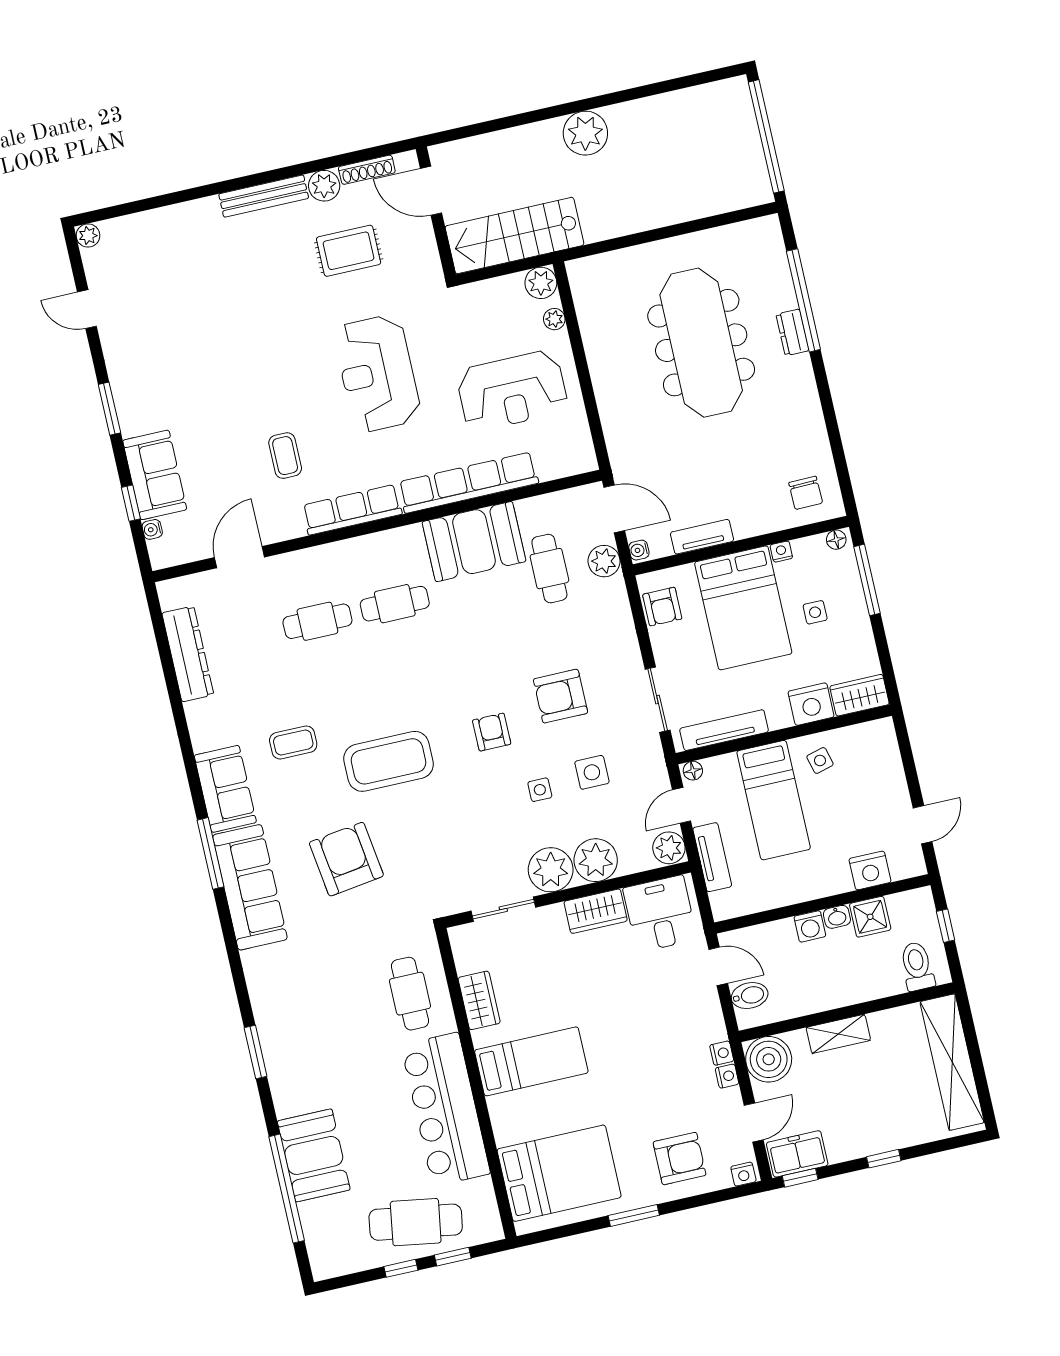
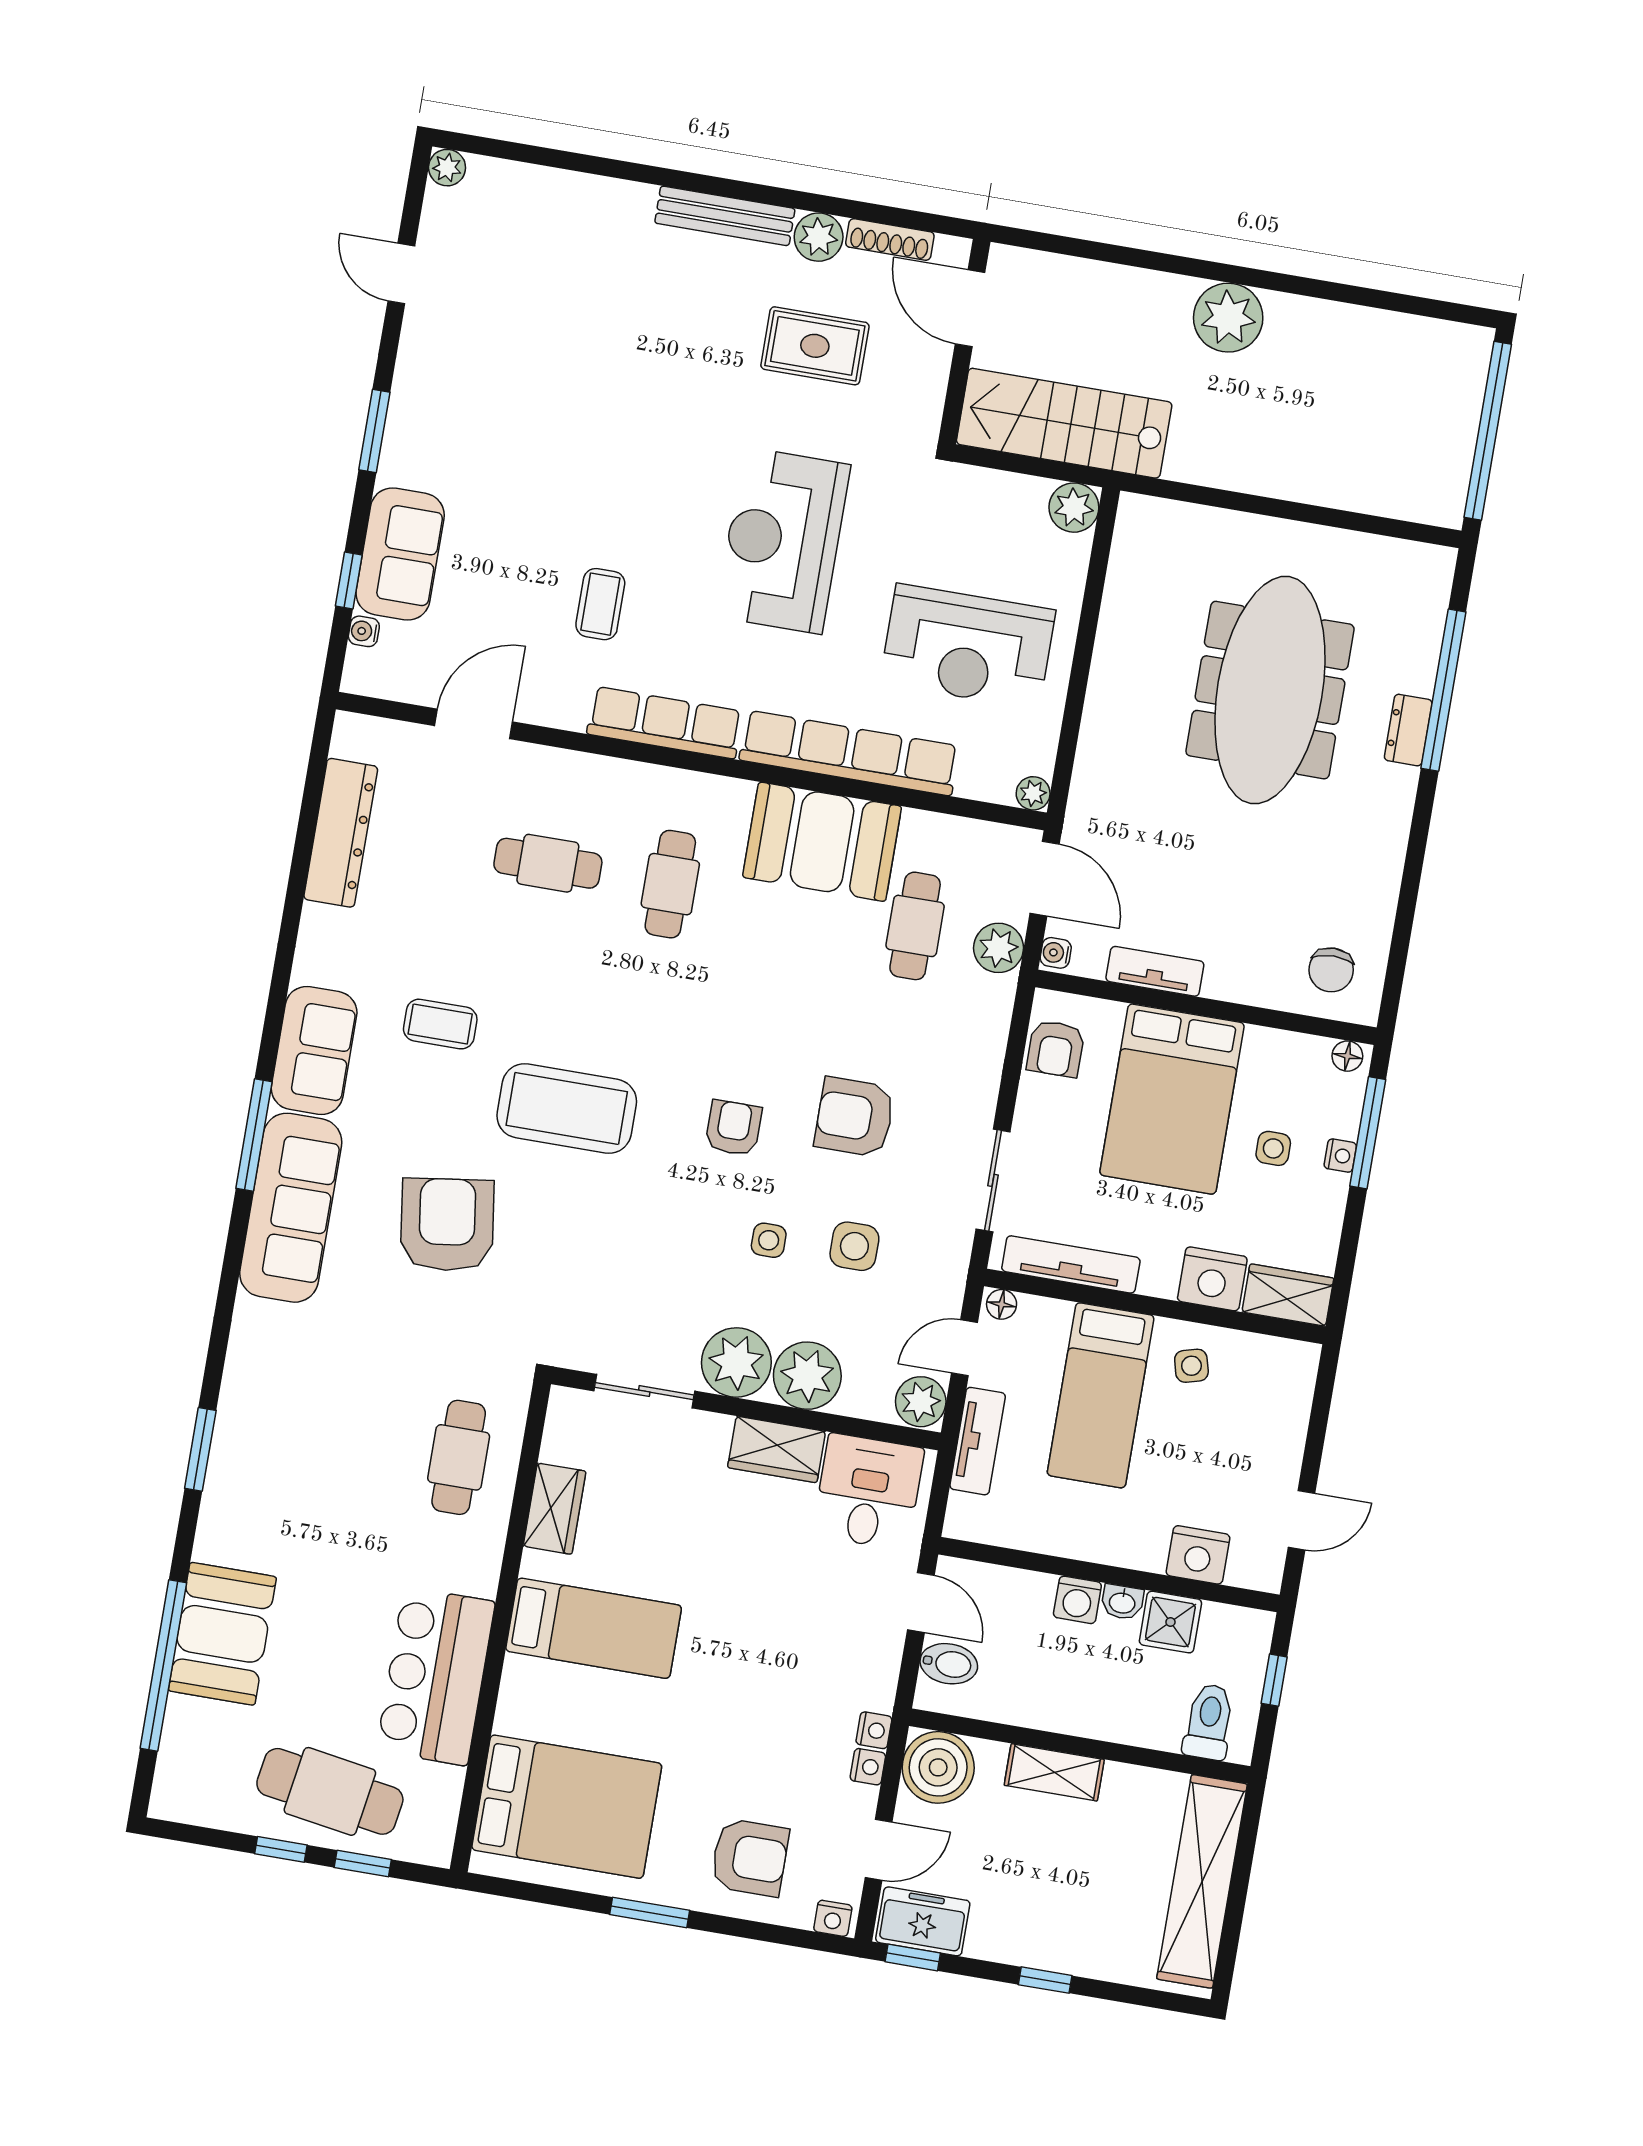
plant: (554, 319) -> (1033, 793), moved
nightstand: (781, 552) -> (1340, 1156), moved, turned 90
cafe table: (395, 604) -> (670, 884), turned 90
bar counter: (446, 1109) -> (436, 1676), width x0.73

